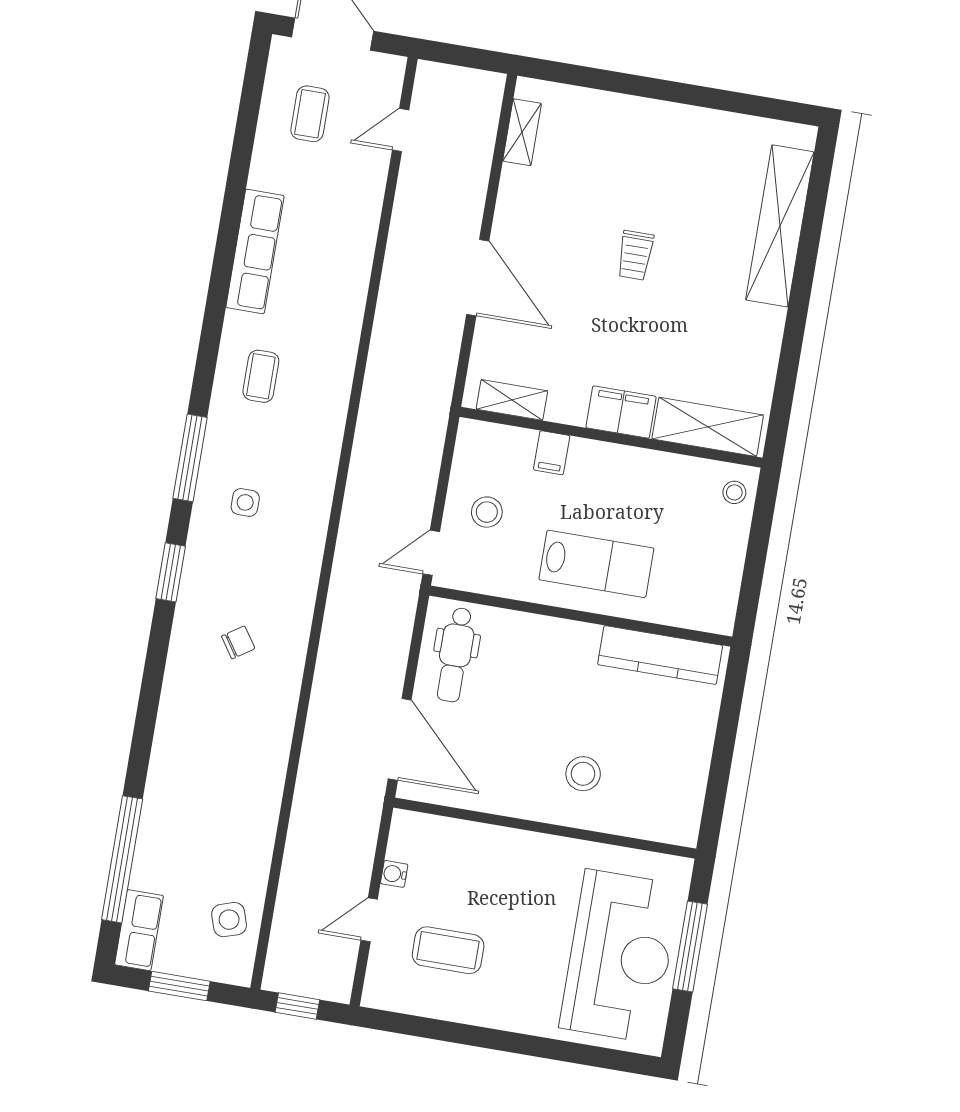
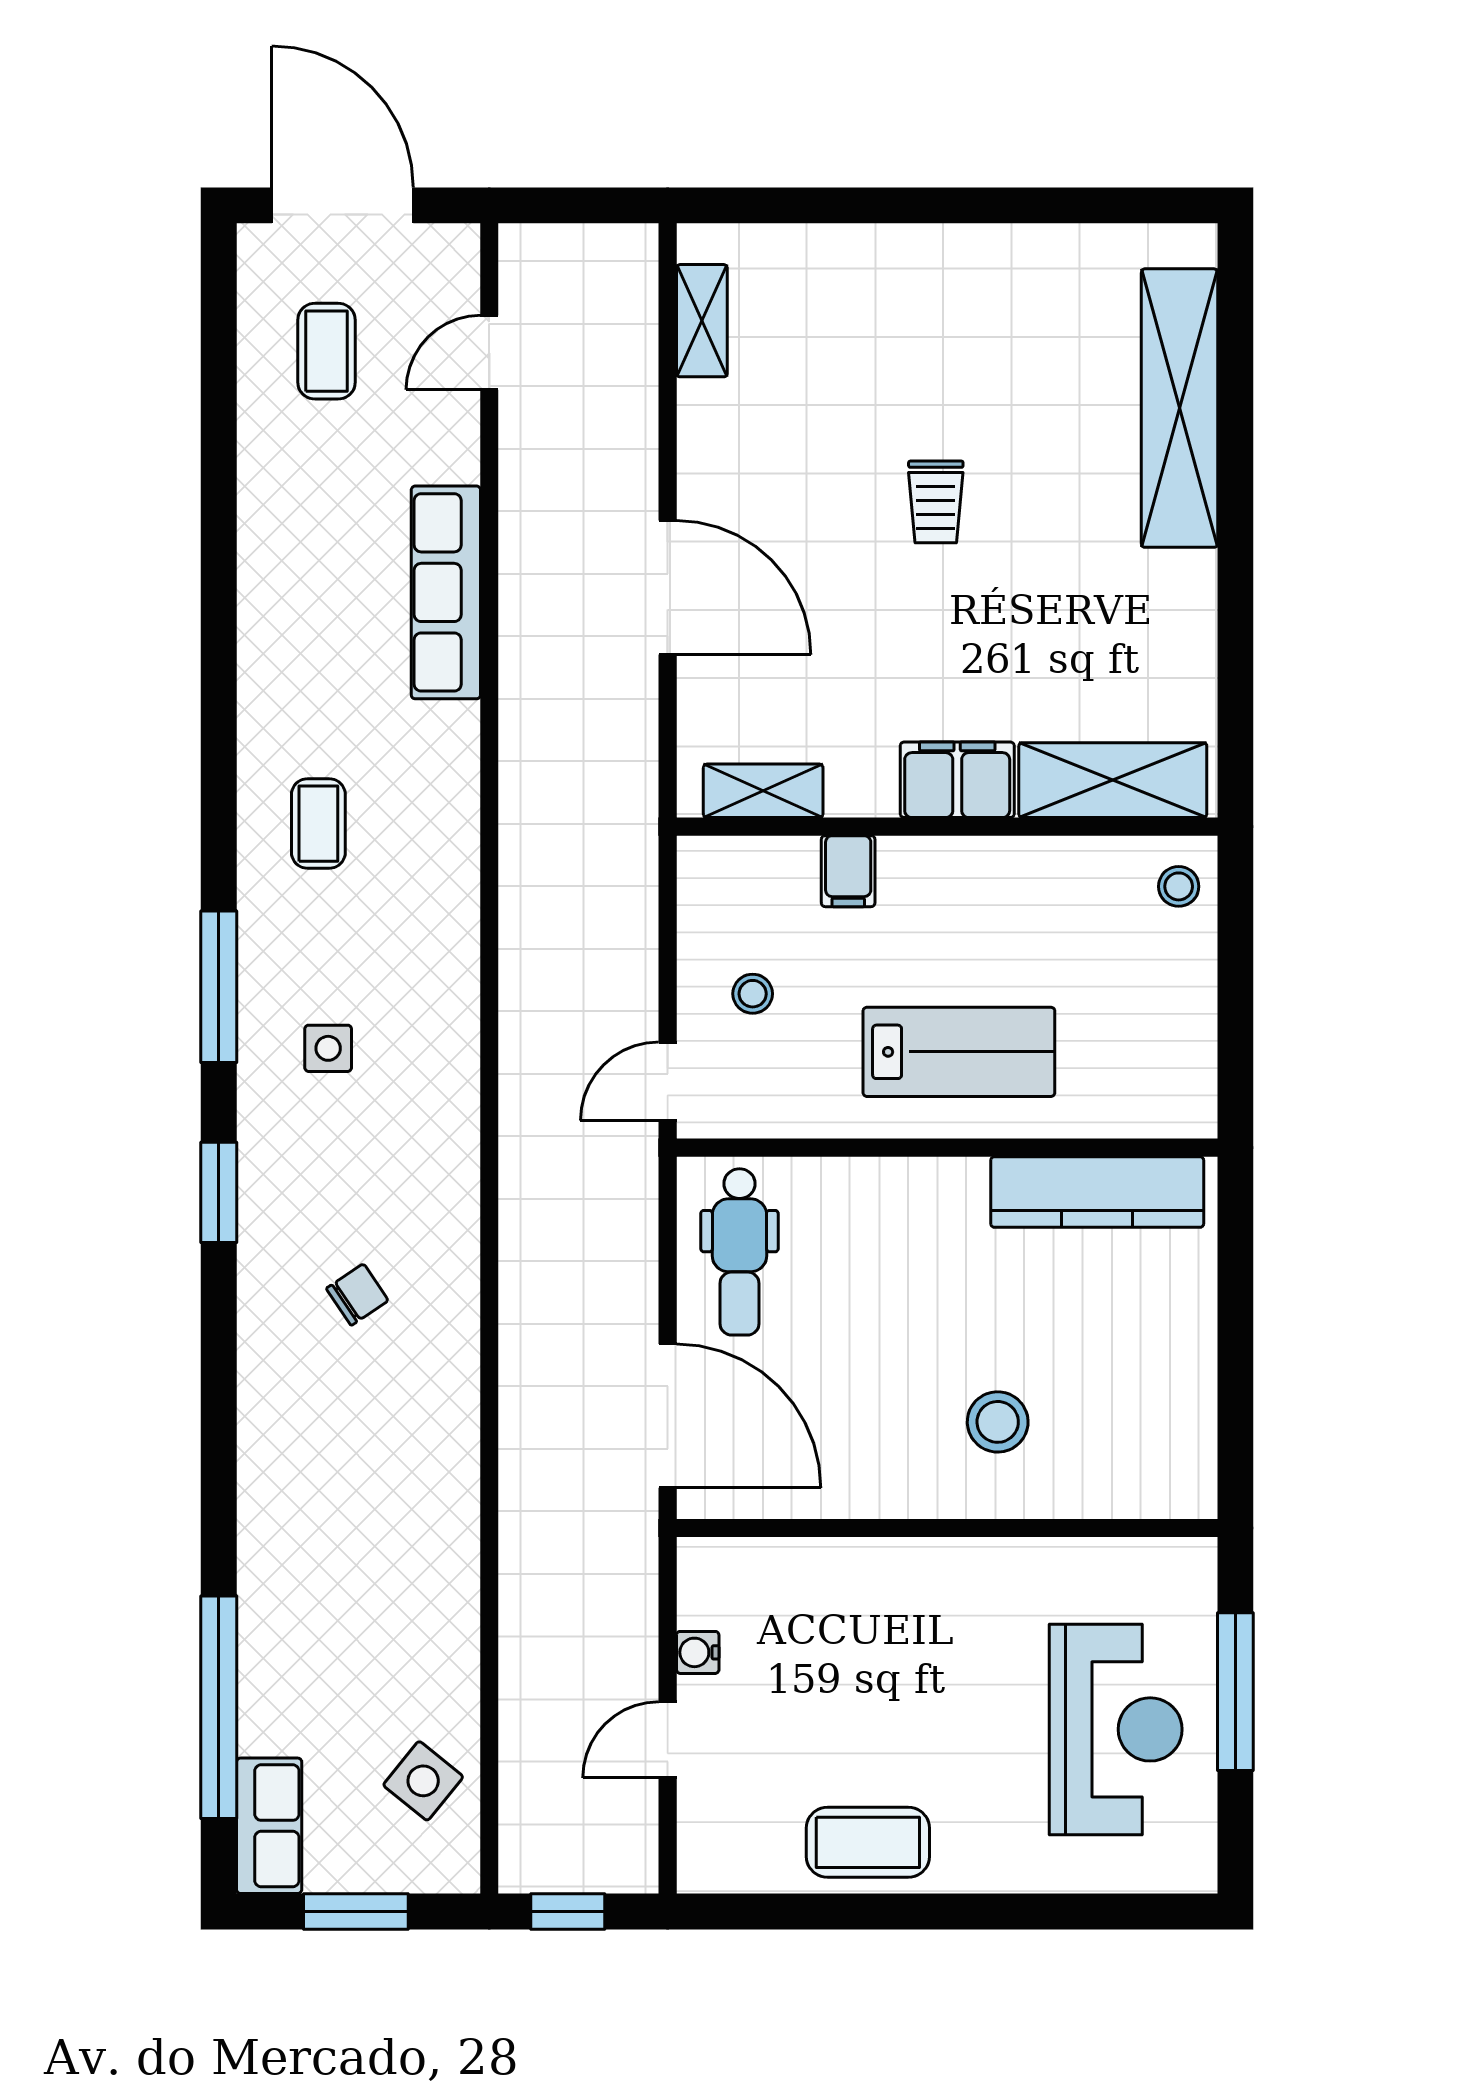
row of seats: (255, 251) -> (446, 592), moved, turned 180
stool: (487, 512) -> (753, 994), width x0.73, depth x0.73
side table: (229, 920) -> (423, 1781), turned -33
coffee table: (448, 950) -> (868, 1842), moved
reception desk: (620, 956) -> (1116, 1729), width x0.74, depth x0.77

